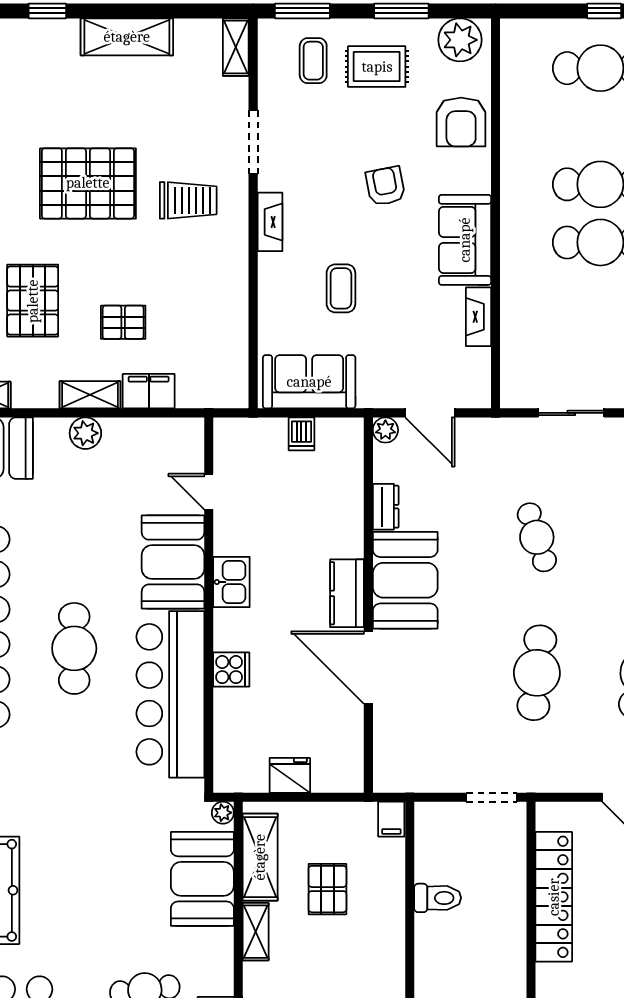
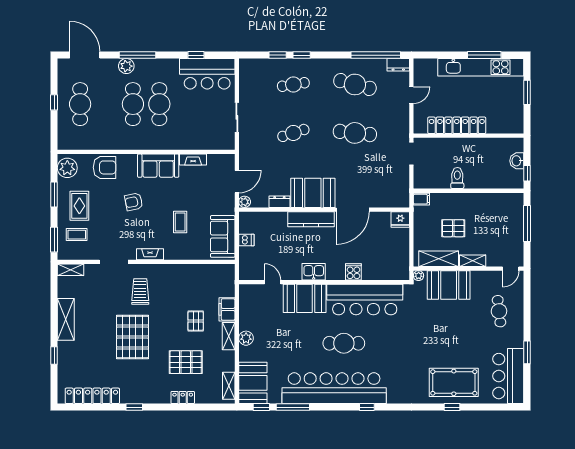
coffee table: (341, 288) -> (180, 222), turned 90
door: (209, 492) -> (273, 282), swing flipped
kitchen counter: (347, 593) -> (311, 219), width x1.50
fridge: (290, 775) -> (400, 219), moved, turned -90

